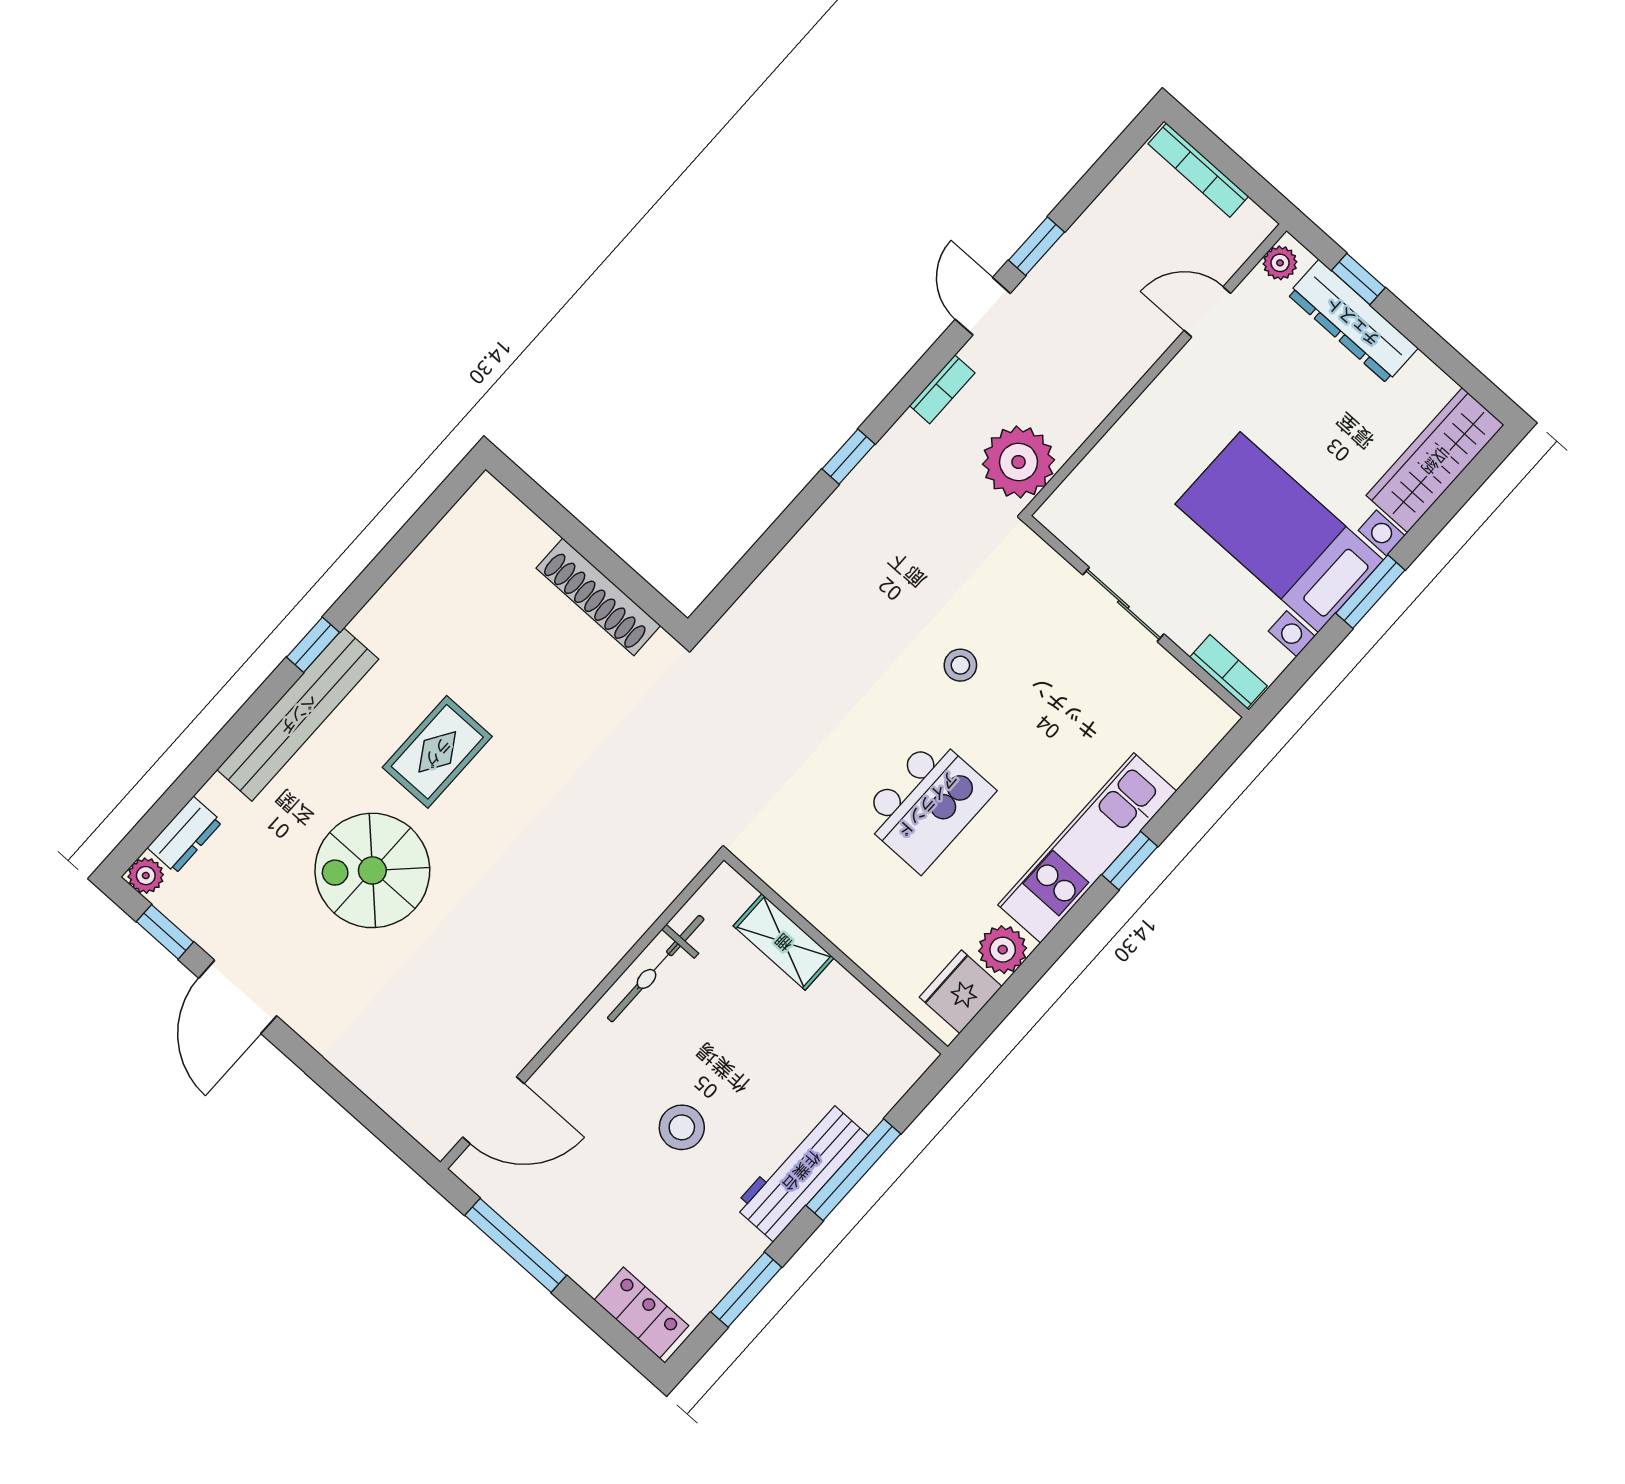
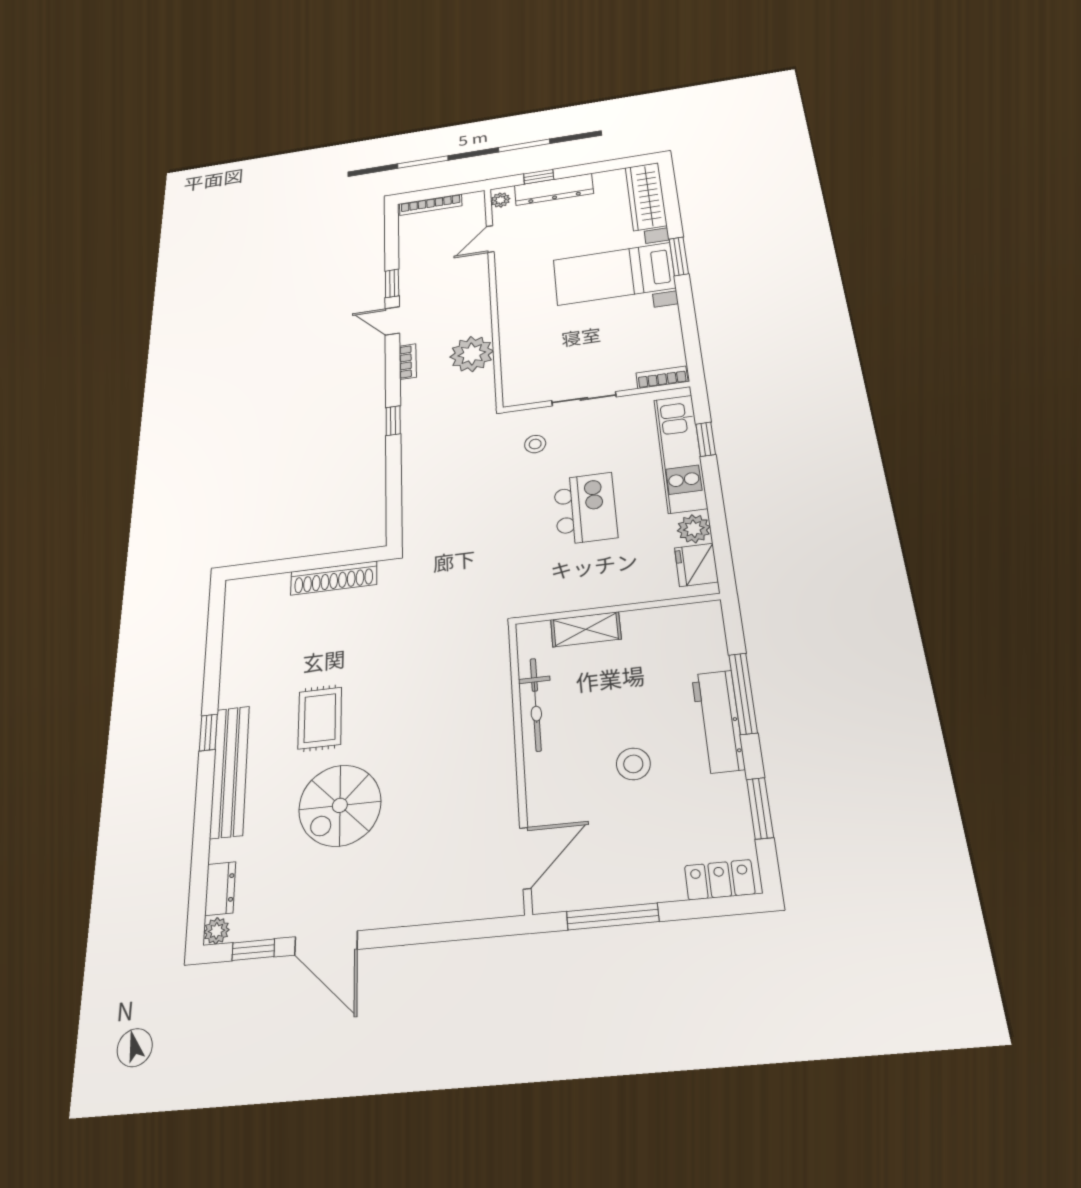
sliding door: (1123, 604) -> (584, 399), moved
wall: (1137, 617) -> (596, 397), moved
bookcase: (1228, 672) -> (662, 377), moved

